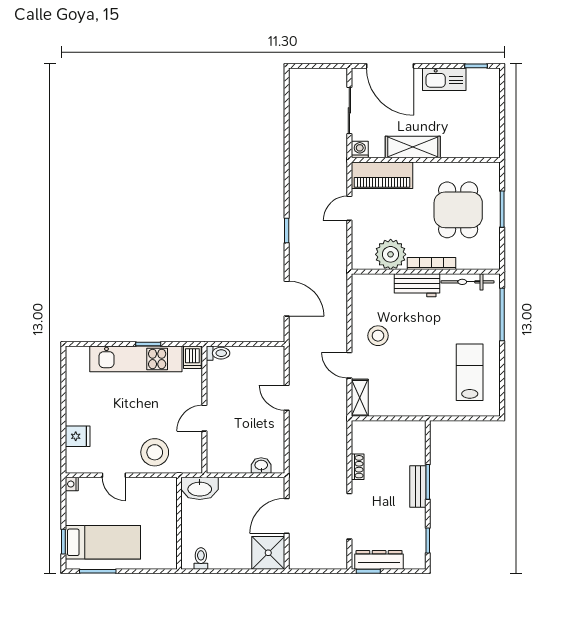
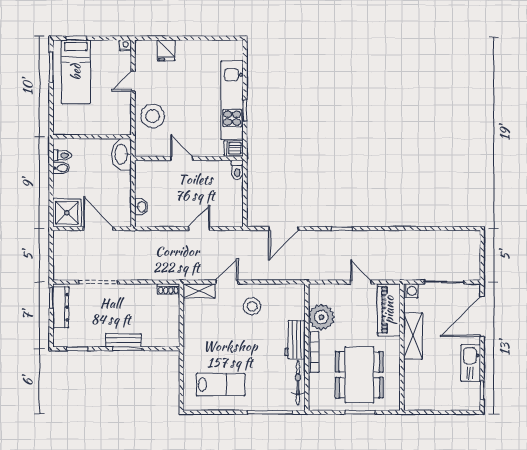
dining table: (458, 210) -> (359, 375), width x1.38
shoe rack: (358, 467) -> (168, 289), moved
bidet: (216, 559) -> (61, 168), added

